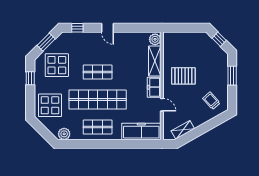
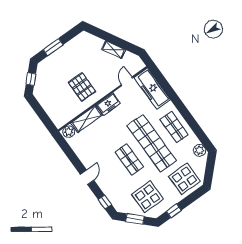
trolley: (211, 101) -> (86, 49), removed
door: (162, 105) -> (127, 81), moved
shelving: (183, 130) -> (114, 50), moved

